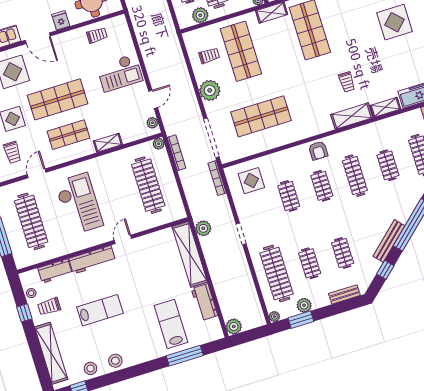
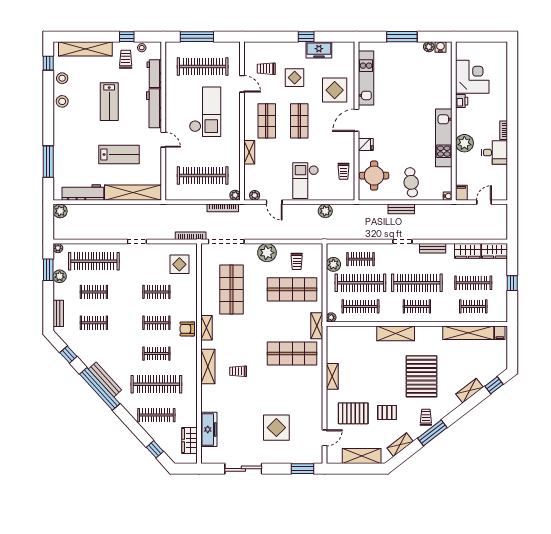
shop shelf: (58, 99) -> (299, 121), width x0.70, depth x0.74
shelving: (385, 107) -> (206, 328), moved
clothes rail: (388, 165) -> (156, 384), width x1.86, depth x1.31
clothes rail: (355, 176) -> (156, 354), width x0.73
checkout: (79, 204) -> (205, 112), turned -90
plant: (203, 228) -> (325, 211), moved
bench: (389, 241) -> (105, 379), moved
workbench: (205, 302) -> (83, 193), width x1.37
lab bench: (171, 324) -> (119, 154), moved

